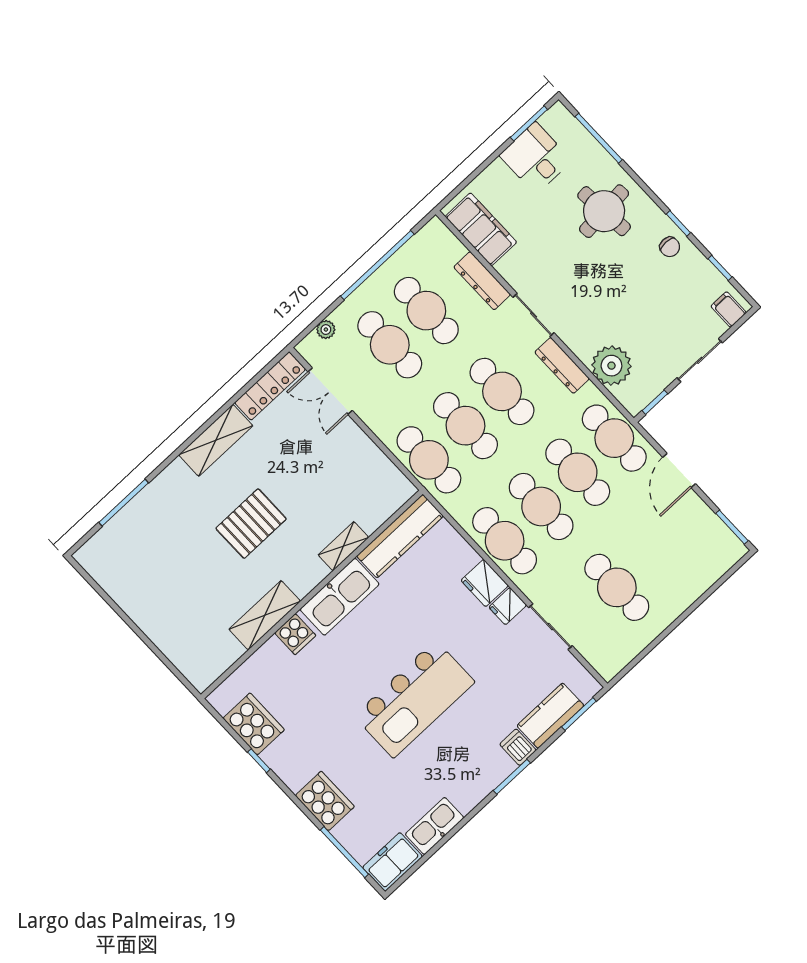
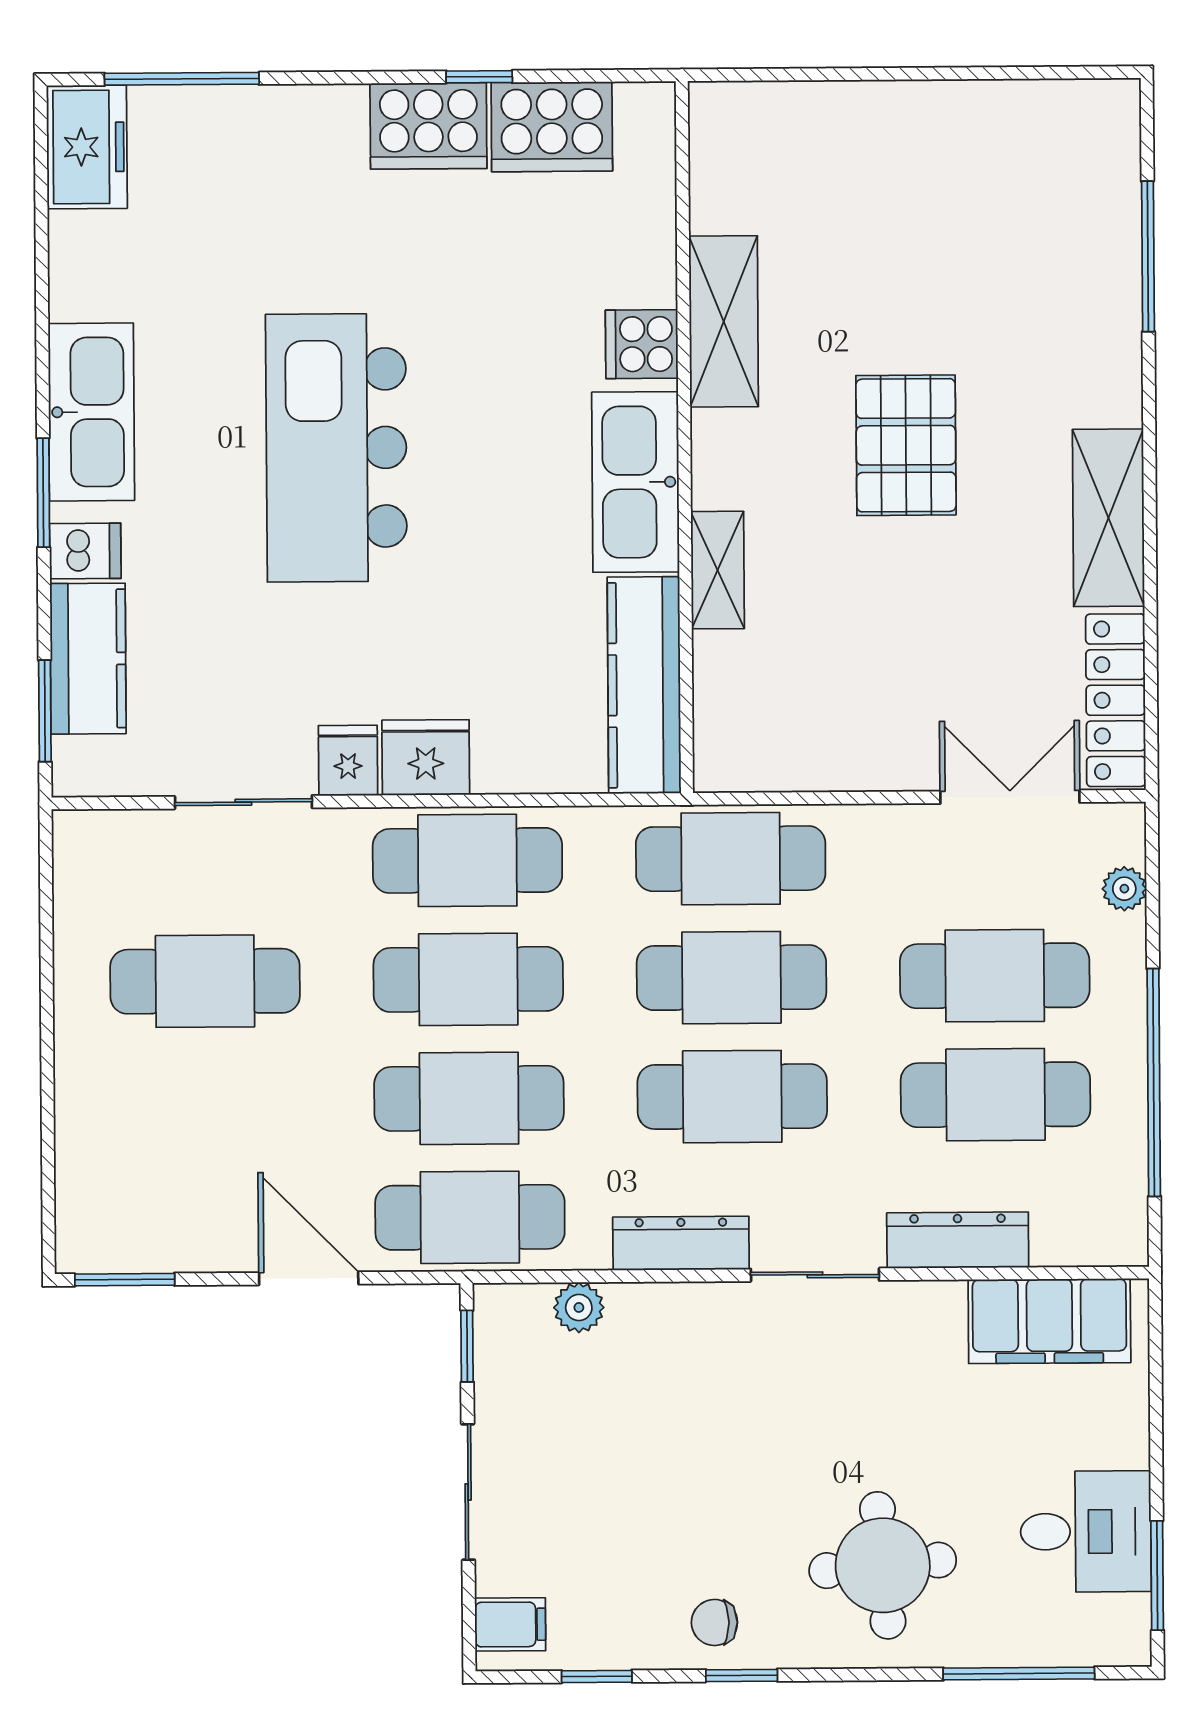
plant: (611, 366) -> (579, 1307), width x0.53, depth x0.53
cooker: (325, 801) -> (428, 126), moved
kitchen sink: (435, 826) -> (91, 412), moved, width x1.36, depth x1.24

